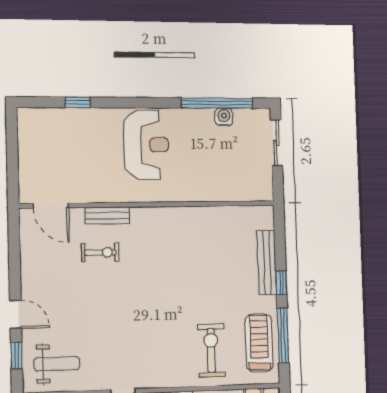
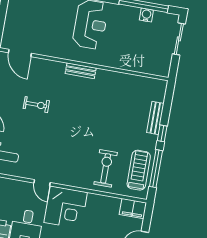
bench: (107, 215) -> (81, 71), moved
exercise bike: (100, 252) -> (36, 105), moved
bench: (267, 263) -> (155, 118), width x0.73

